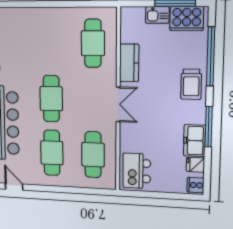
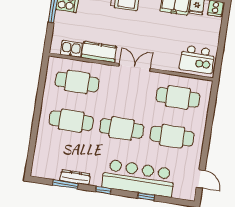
kitchen sink: (157, 15) -> (71, 49), moved, turned -90
cafe table: (51, 43) -> (71, 121), added
door: (14, 187) -> (201, 179), swing flipped

